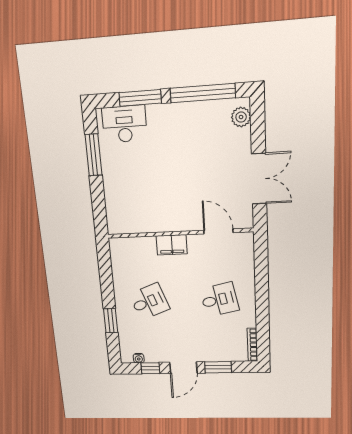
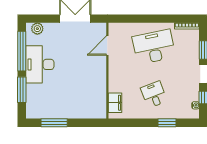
desk: (124, 124) -> (40, 64), moved, width x1.36, depth x1.30
filing cabinet: (172, 245) -> (115, 103), moved
desk: (219, 300) -> (154, 47), width x1.87, depth x1.30

